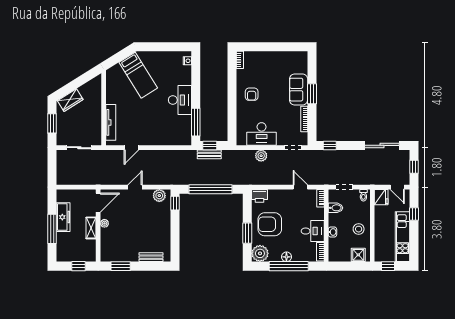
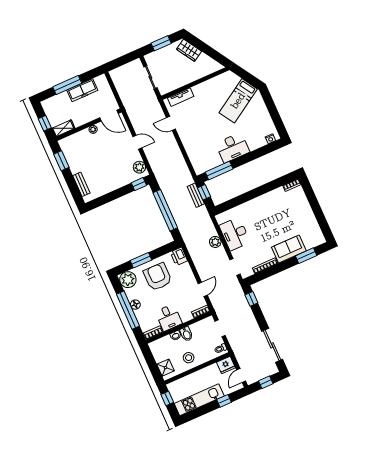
armchair: (252, 94) -> (266, 209), removed
window: (312, 94) -> (306, 256), moved
tv unit: (111, 122) -> (181, 97), width x0.71
bidet: (335, 208) -> (186, 334), moved
shelving: (91, 228) -> (63, 128), moved

